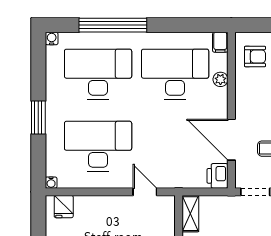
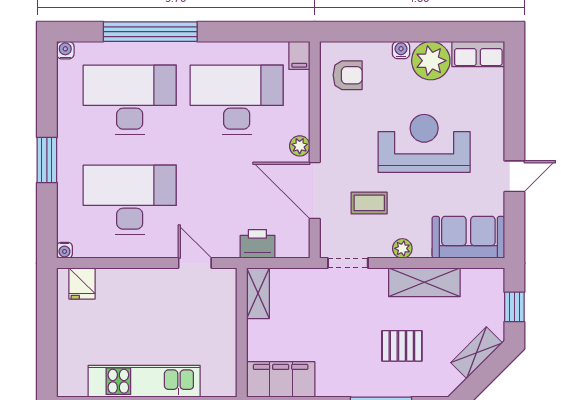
plant: (220, 79) -> (300, 146), moved
printer: (217, 176) -> (257, 244), moved, turned 90

